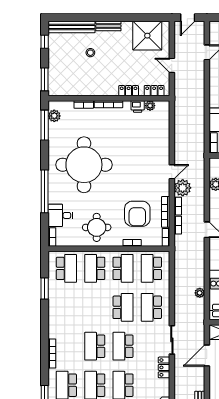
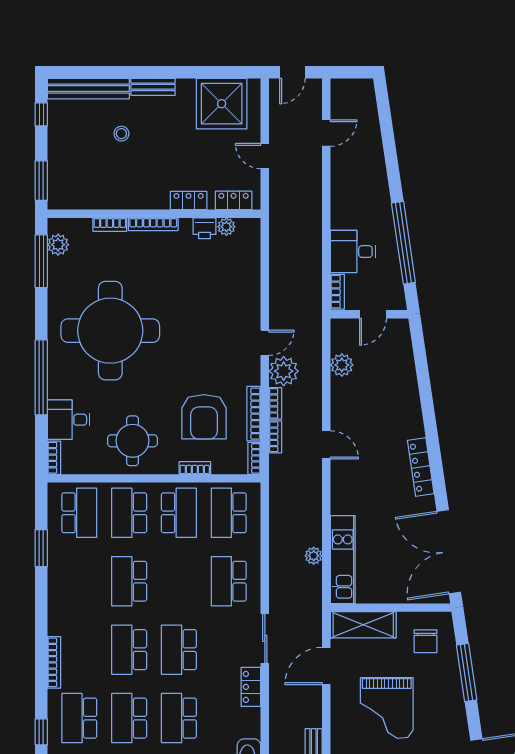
school desk: (123, 307) -> (129, 581), moved, turned 180

